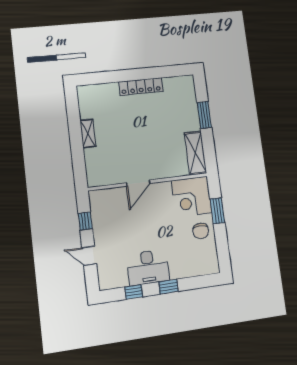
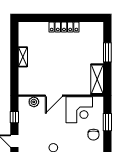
plant: (111, 195) -> (34, 102), added
corner desk: (192, 197) -> (79, 110), moved, turned -90

